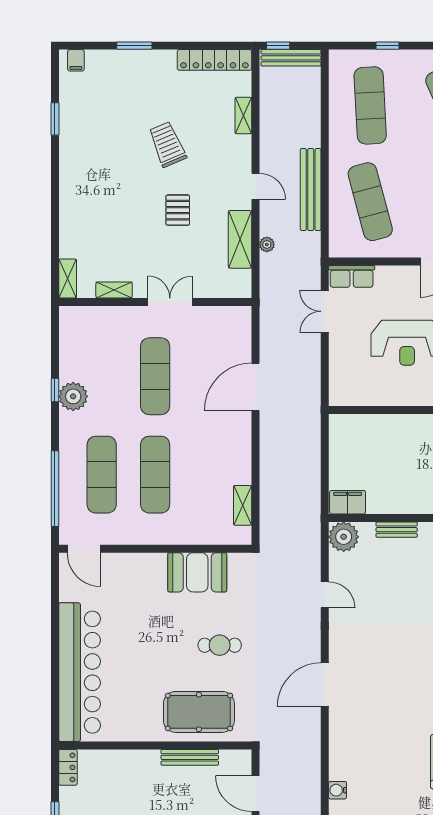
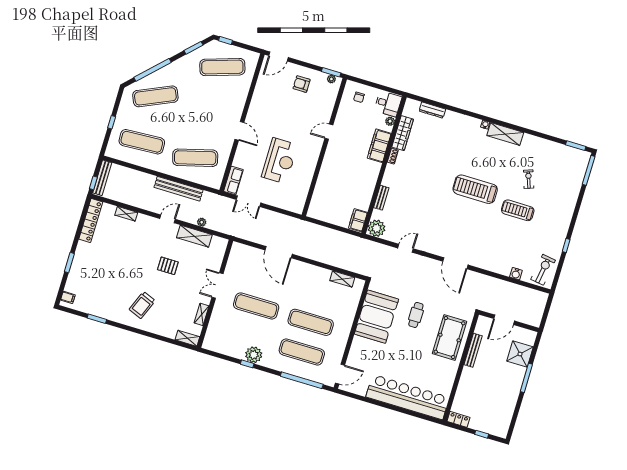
trolley: (167, 144) -> (142, 305), moved, turned -45
booth: (197, 572) -> (376, 317), width x1.36, depth x1.42

